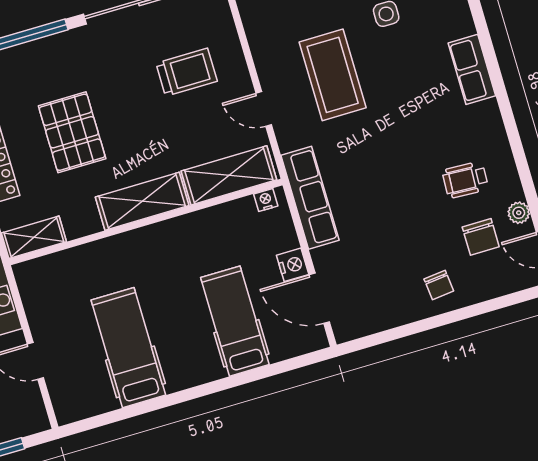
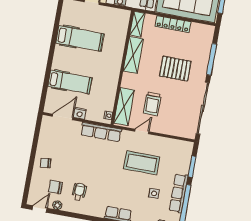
trolley: (187, 72) -> (152, 104), moved
pallet: (72, 132) -> (175, 69), moved
shelving: (142, 201) -> (133, 55), moved

